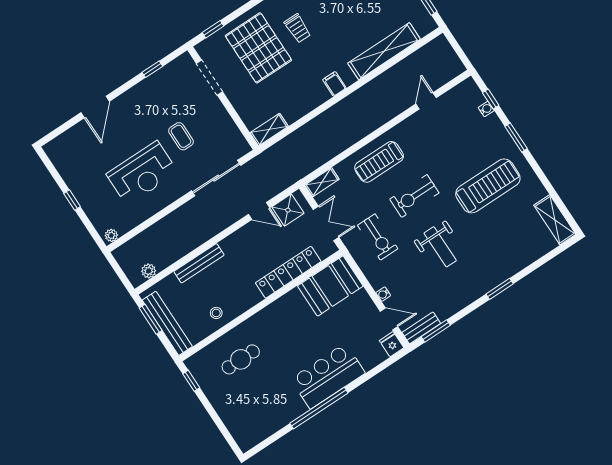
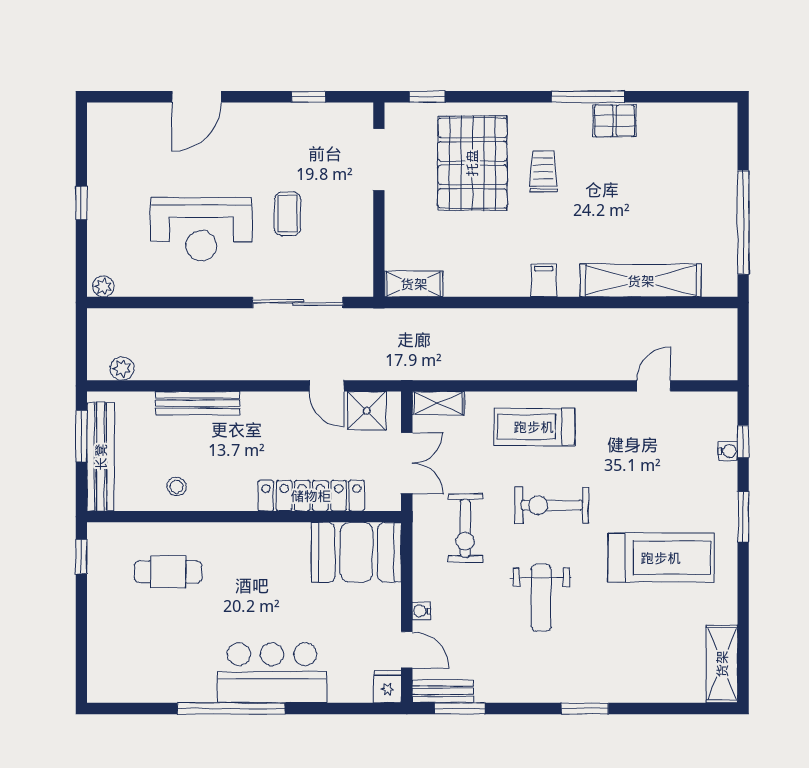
trolley: (298, 28) -> (543, 171), turned 180

